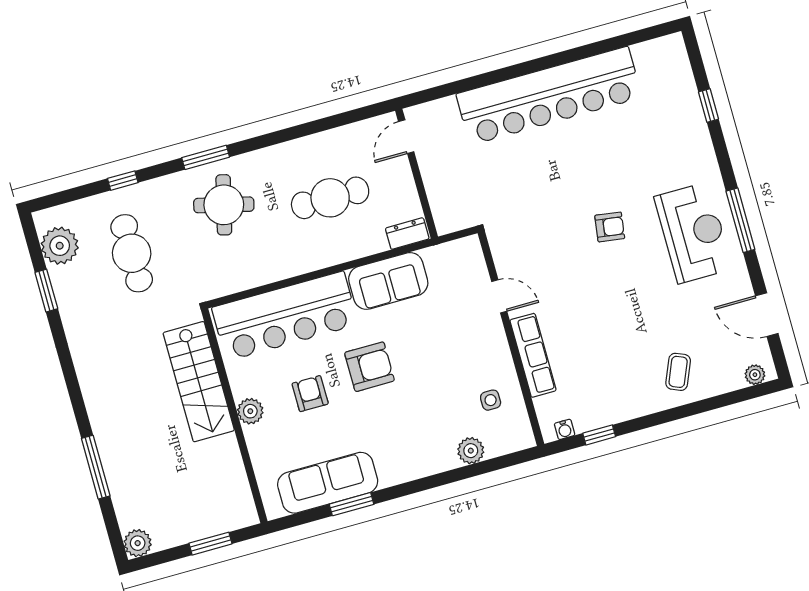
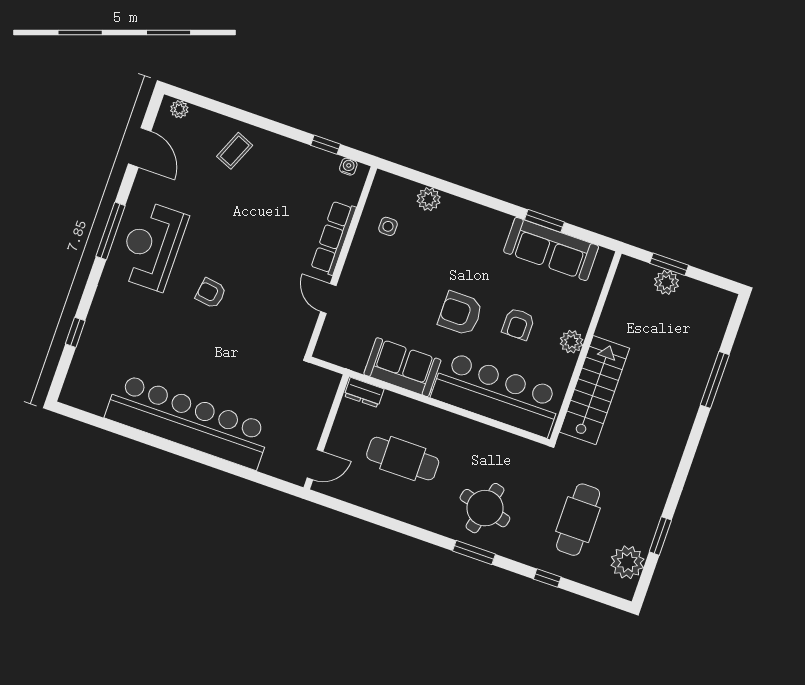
plant: (138, 543) -> (667, 282), moved

